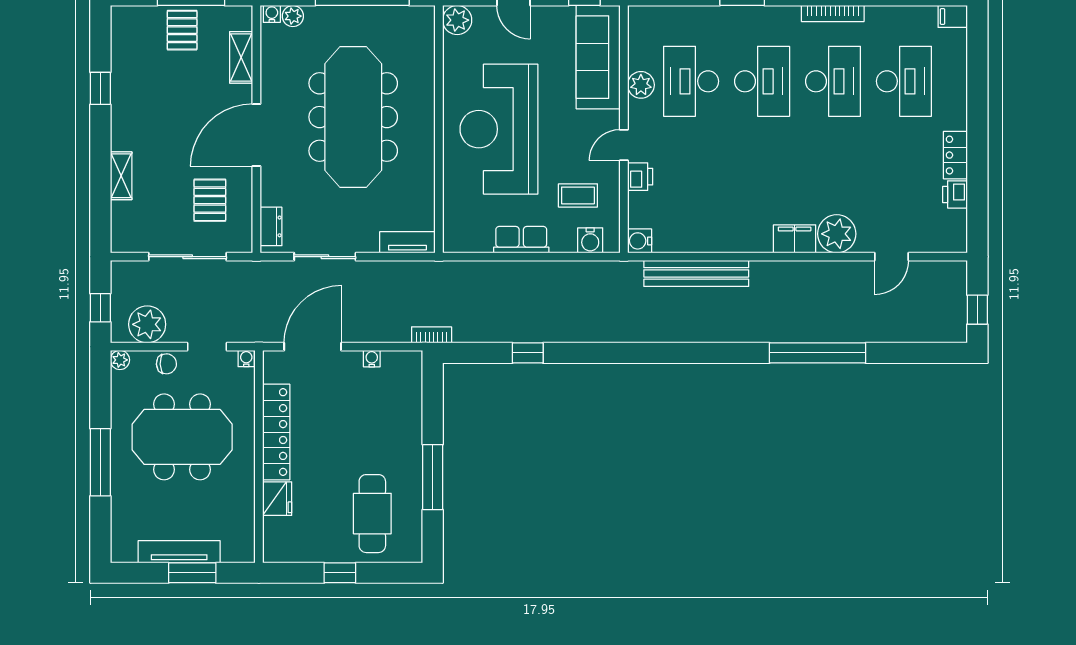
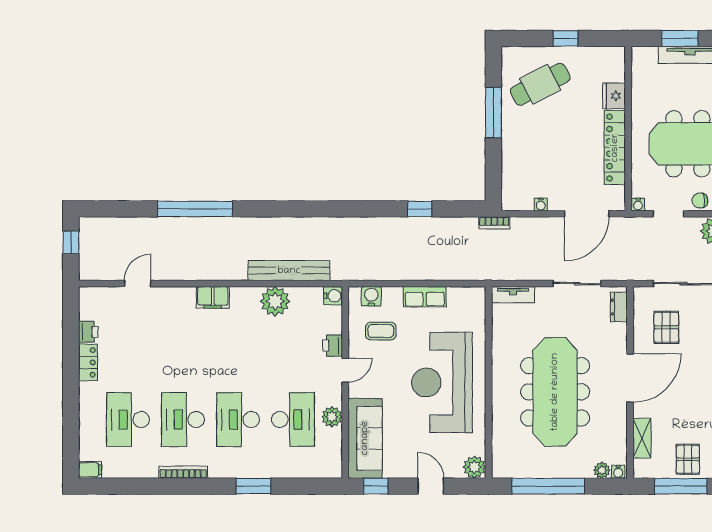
reception desk: (499, 129) -> (442, 382), turned 180
plant: (837, 234) -> (275, 301), moved
cafe table: (372, 514) -> (540, 84), turned 63

